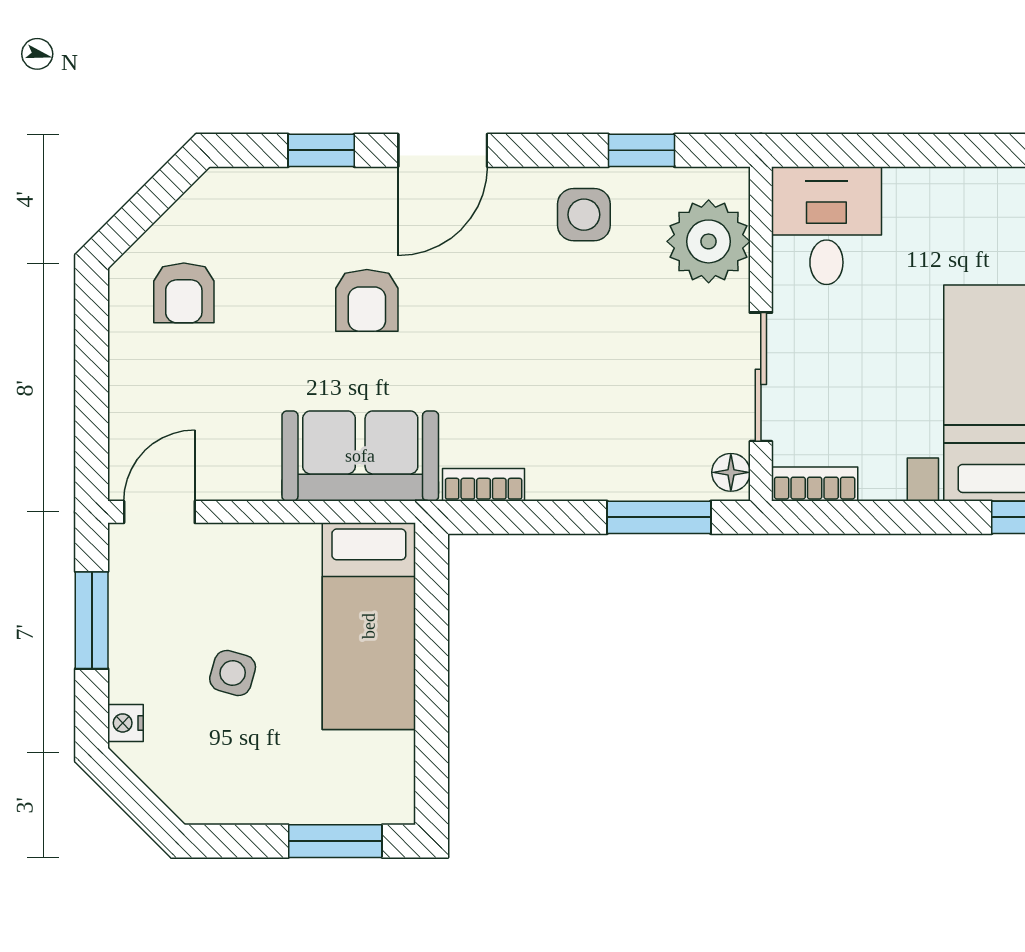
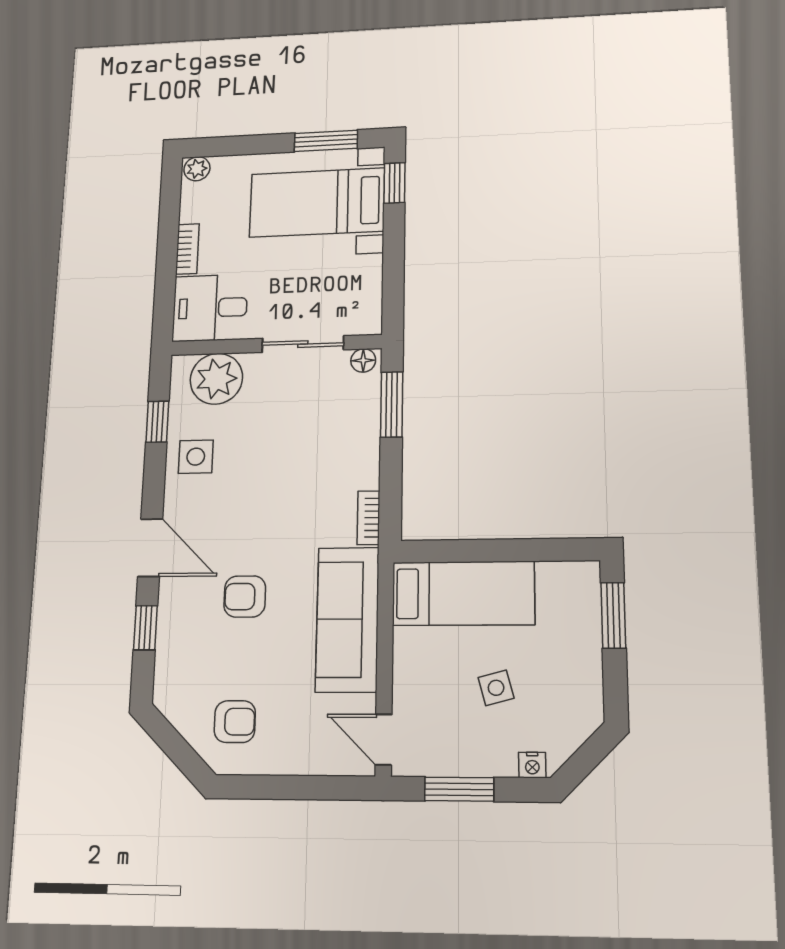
armchair: (367, 300) -> (245, 597), turned 180
sofa: (360, 456) -> (347, 619), width x1.36
bookcase: (815, 484) -> (187, 249), moved, turned 180
side table: (233, 673) -> (496, 688), turned -31

